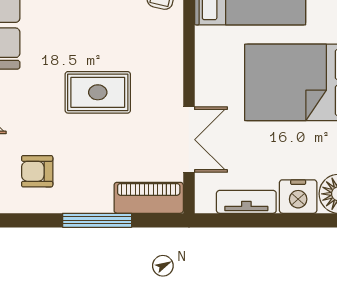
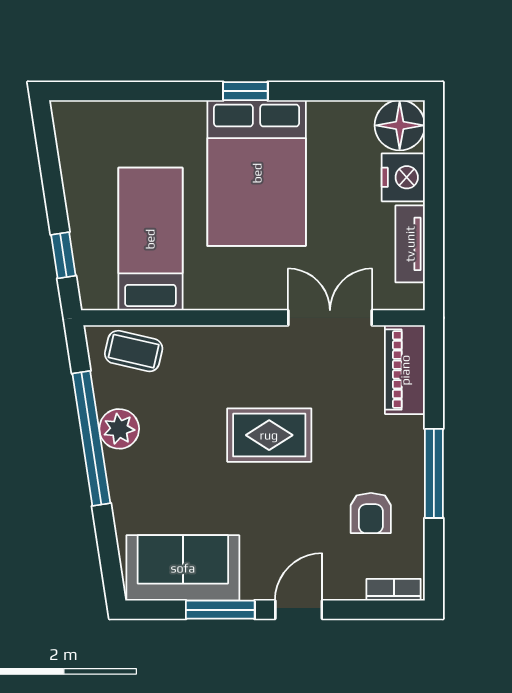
rug: (98, 92) -> (269, 435), turned 90
window: (97, 220) -> (434, 473), moved

